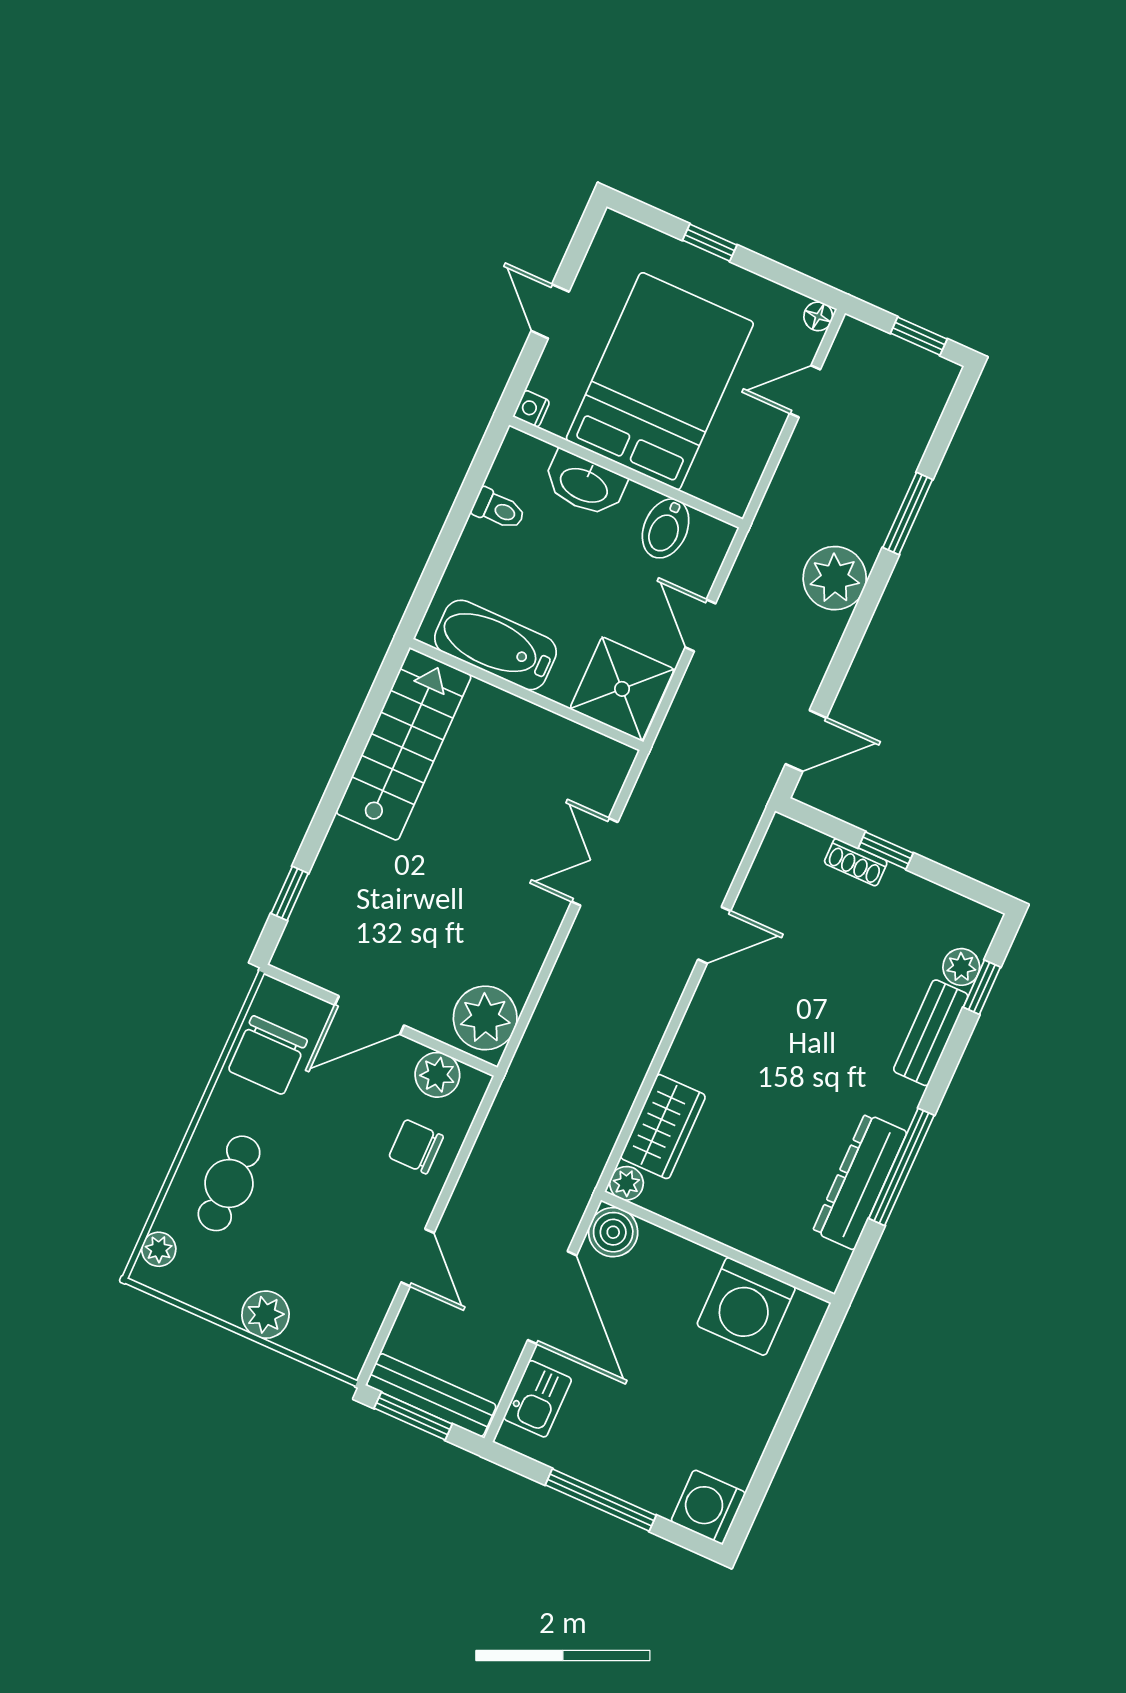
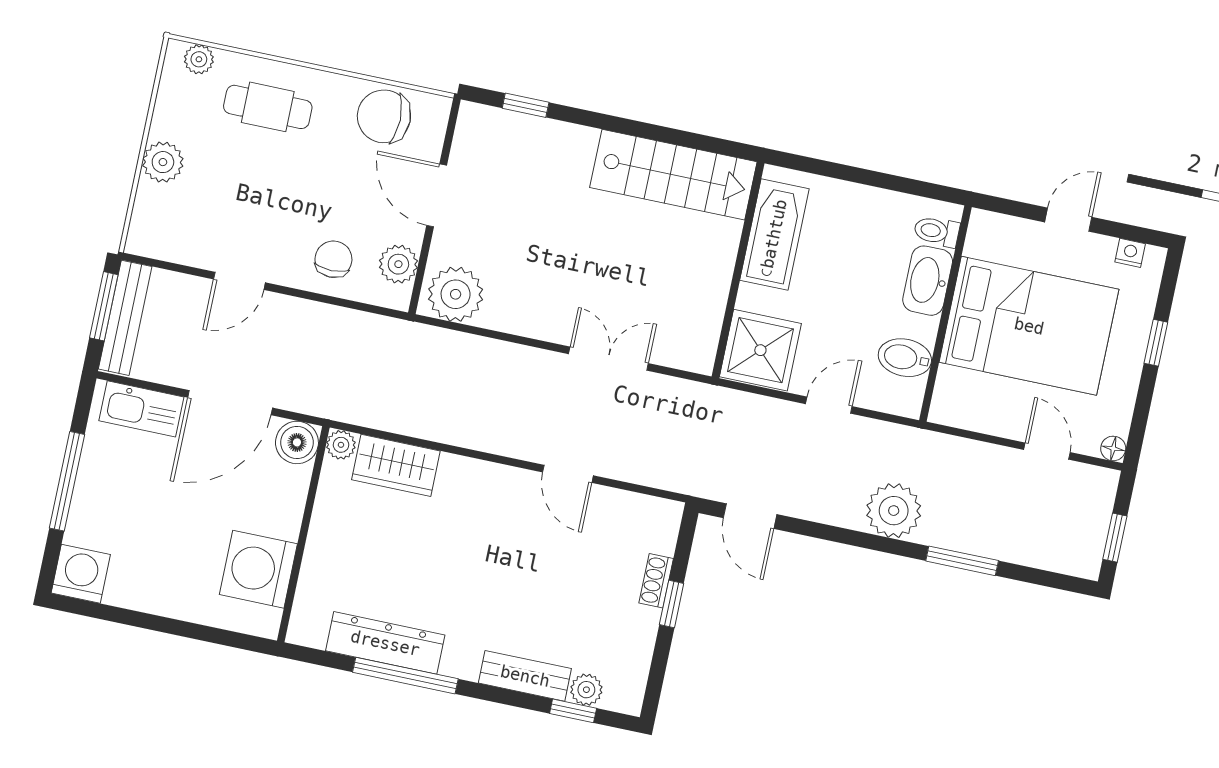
nightstand: (531, 409) -> (1130, 253), moved
toilet: (498, 509) -> (937, 231), moved, turned 90
kitchen sink: (538, 1399) -> (141, 409), width x1.38

